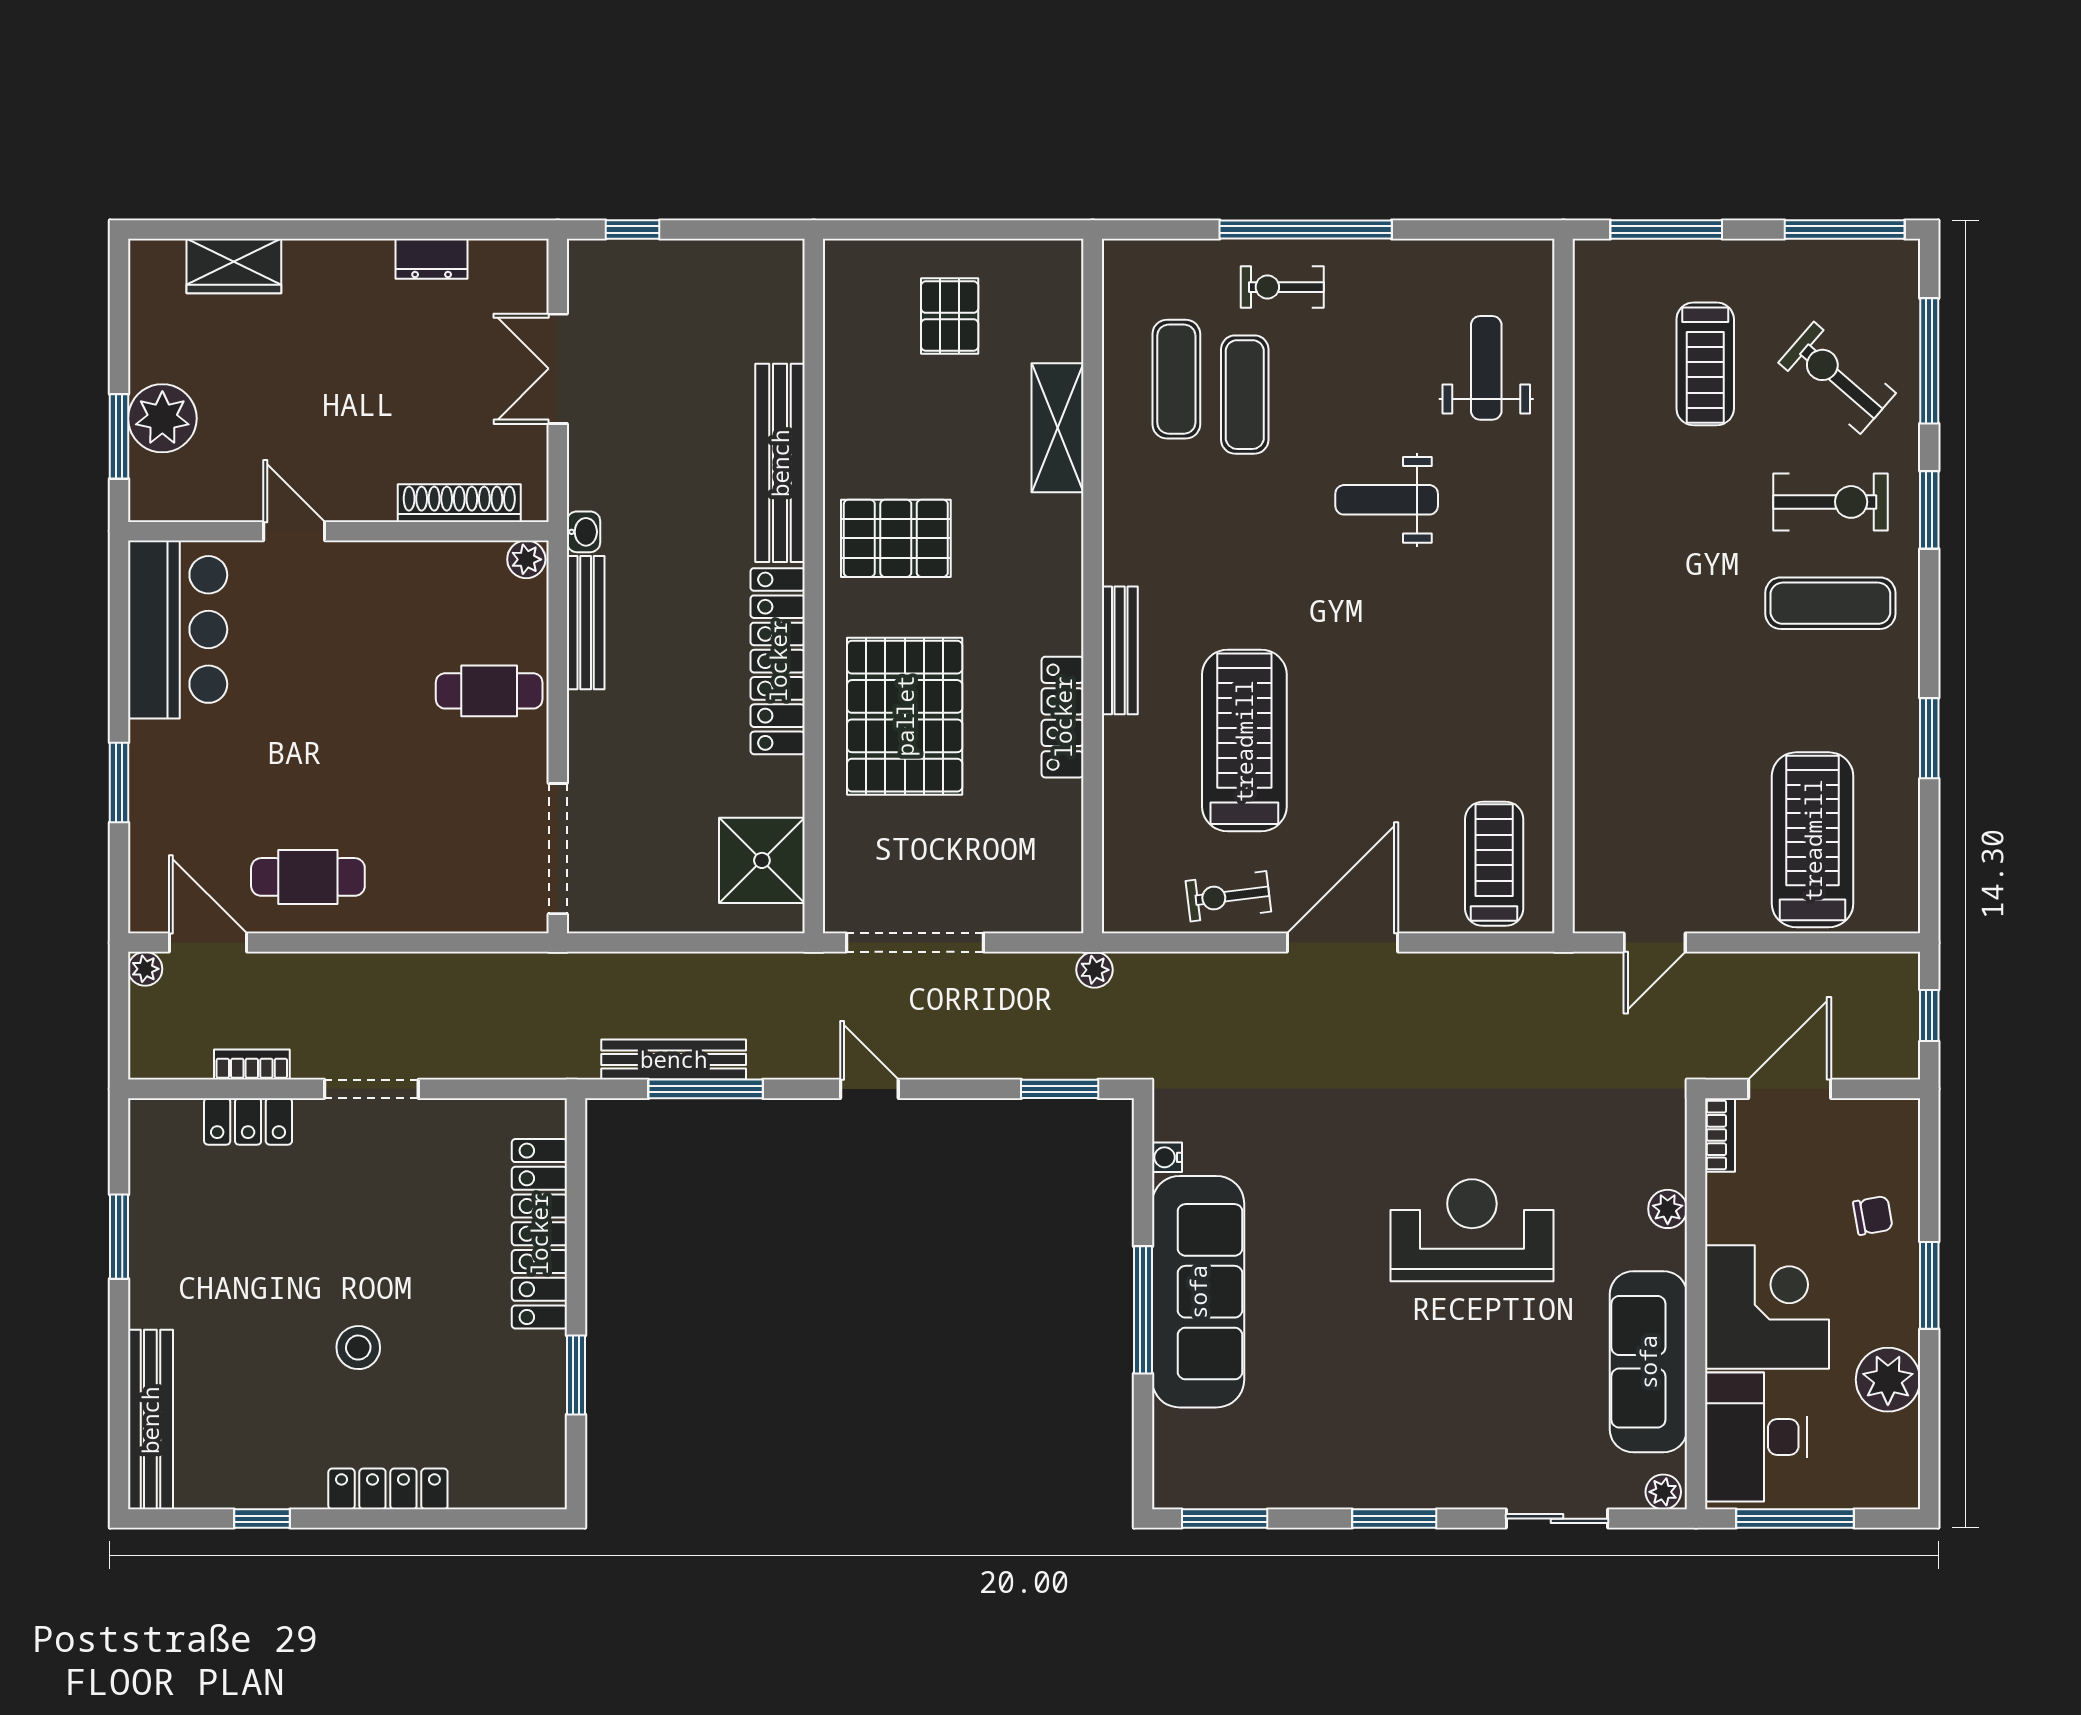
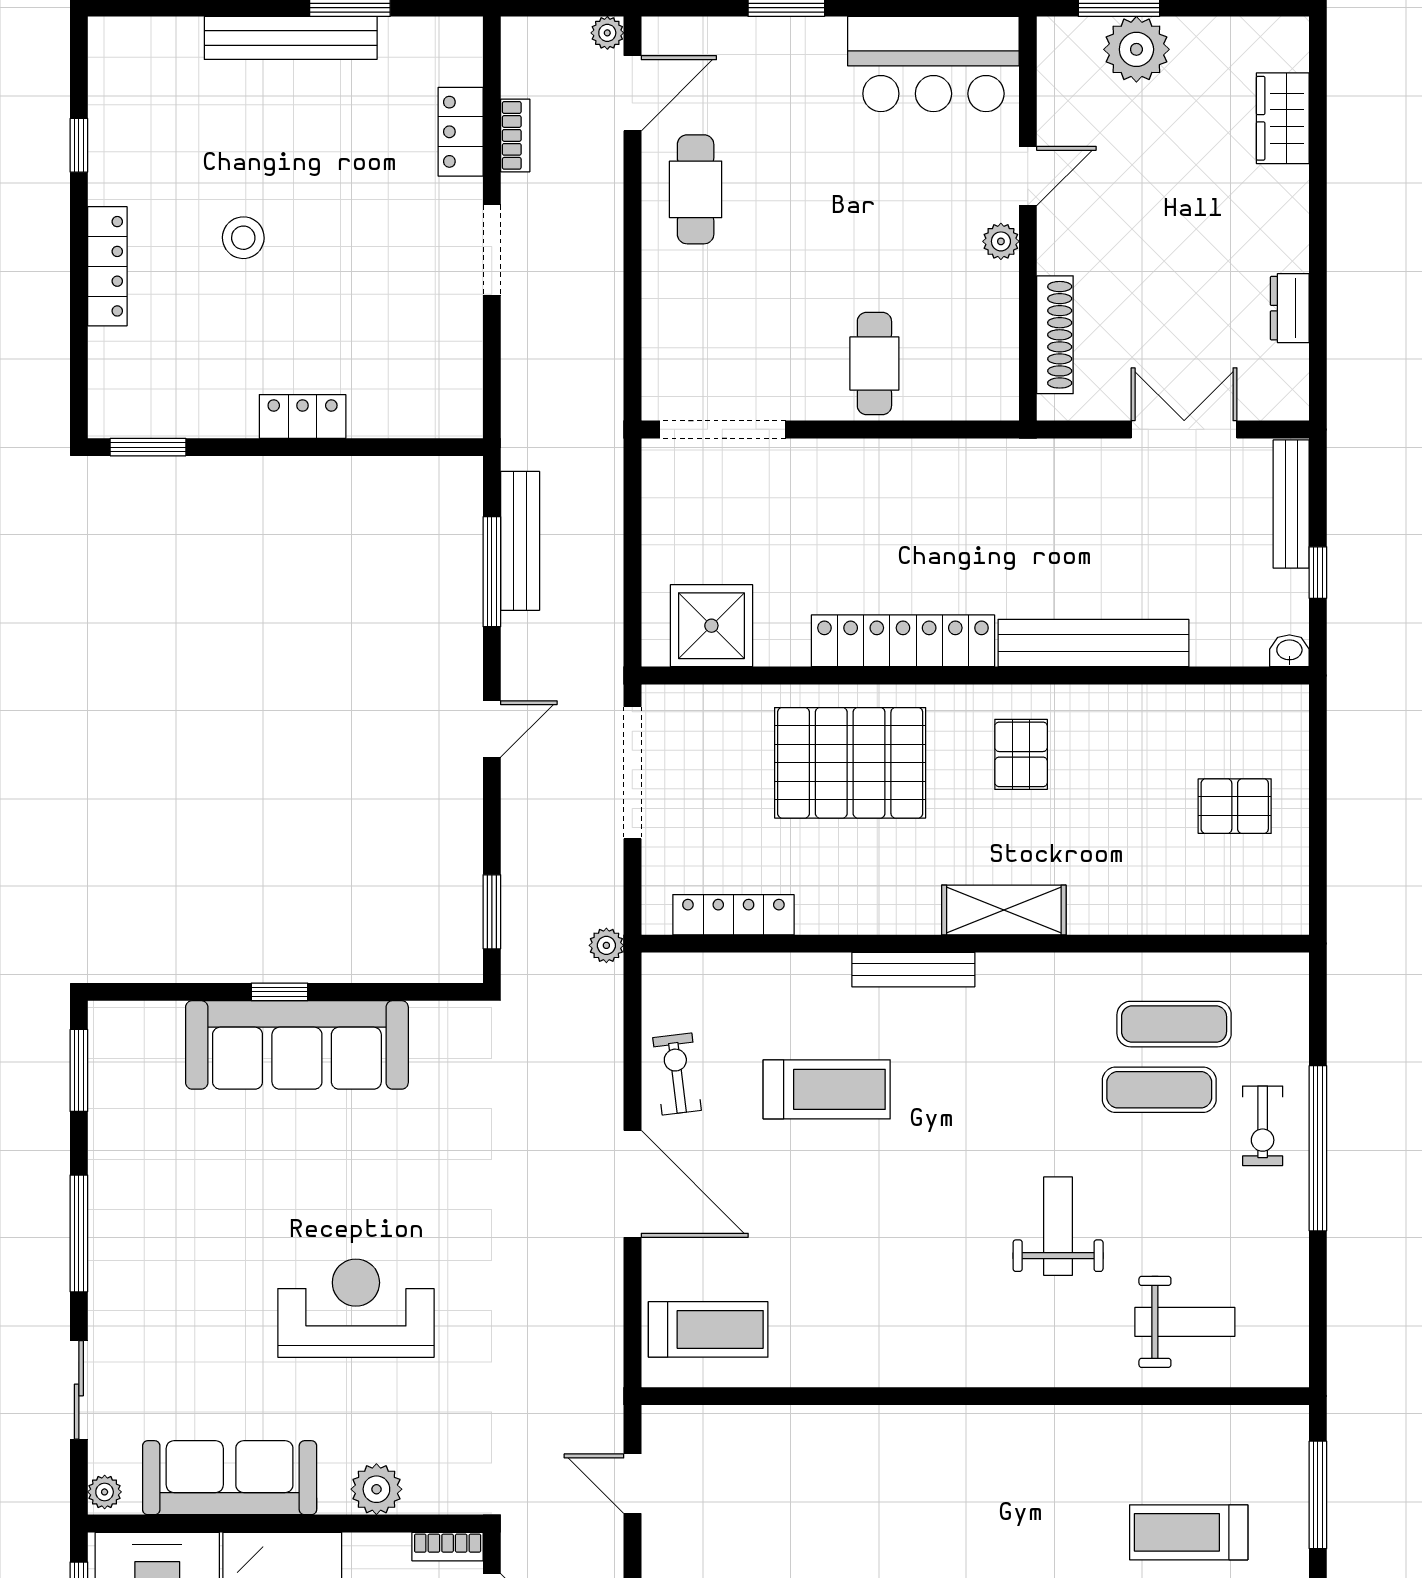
window: (633, 229) -> (1318, 573), moved
exercise bike: (1282, 287) -> (1263, 1126), turned 180
shelving: (1058, 428) -> (1004, 910), moved
washbasin: (584, 532) -> (1289, 651), moved, turned 180
pallet: (896, 538) -> (1021, 754), width x0.67, depth x0.71
plant: (526, 559) -> (1001, 241), moved
bench: (586, 623) -> (1291, 504), moved, turned 90
locker: (1063, 717) -> (733, 915), moved
treadmill: (1244, 741) -> (827, 1089), width x0.73, depth x0.73
water cooler: (1167, 1157) -> (426, 1015), removed
plant: (1668, 1209) -> (376, 1489), width x1.38, depth x1.38
reception desk: (1472, 1230) -> (356, 1308), turned -90
locker: (539, 1234) -> (303, 416), width x0.46, depth x0.83
window: (1143, 1310) -> (280, 992), width x0.46
window: (576, 1375) -> (148, 447), moved
bench: (150, 1420) -> (291, 38), moved
window: (1394, 1519) -> (79, 1233), width x1.44

